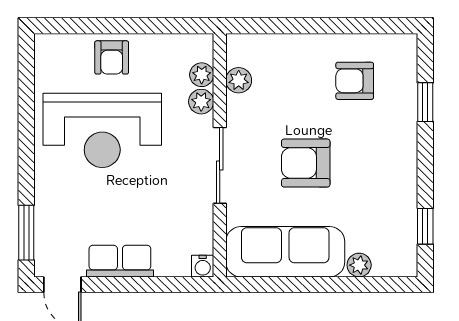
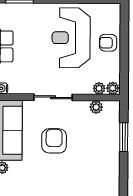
window: (298, 26) -> (124, 137), added
armchair: (355, 81) -> (96, 166), removed
plant: (201, 102) -> (113, 88), moved

